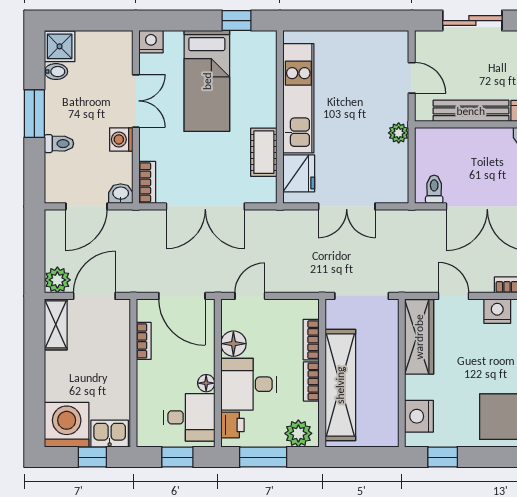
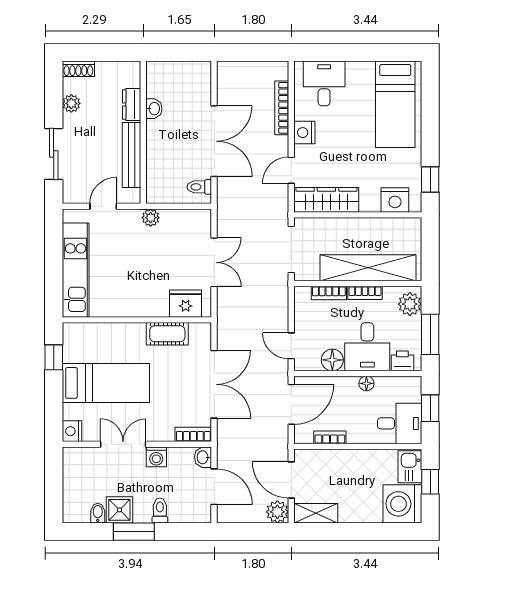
shower: (60, 46) -> (119, 510), moved
kitchen unit: (298, 98) -> (76, 270), moved, turned 90
desk: (189, 417) -> (400, 423), moved, turned 90

